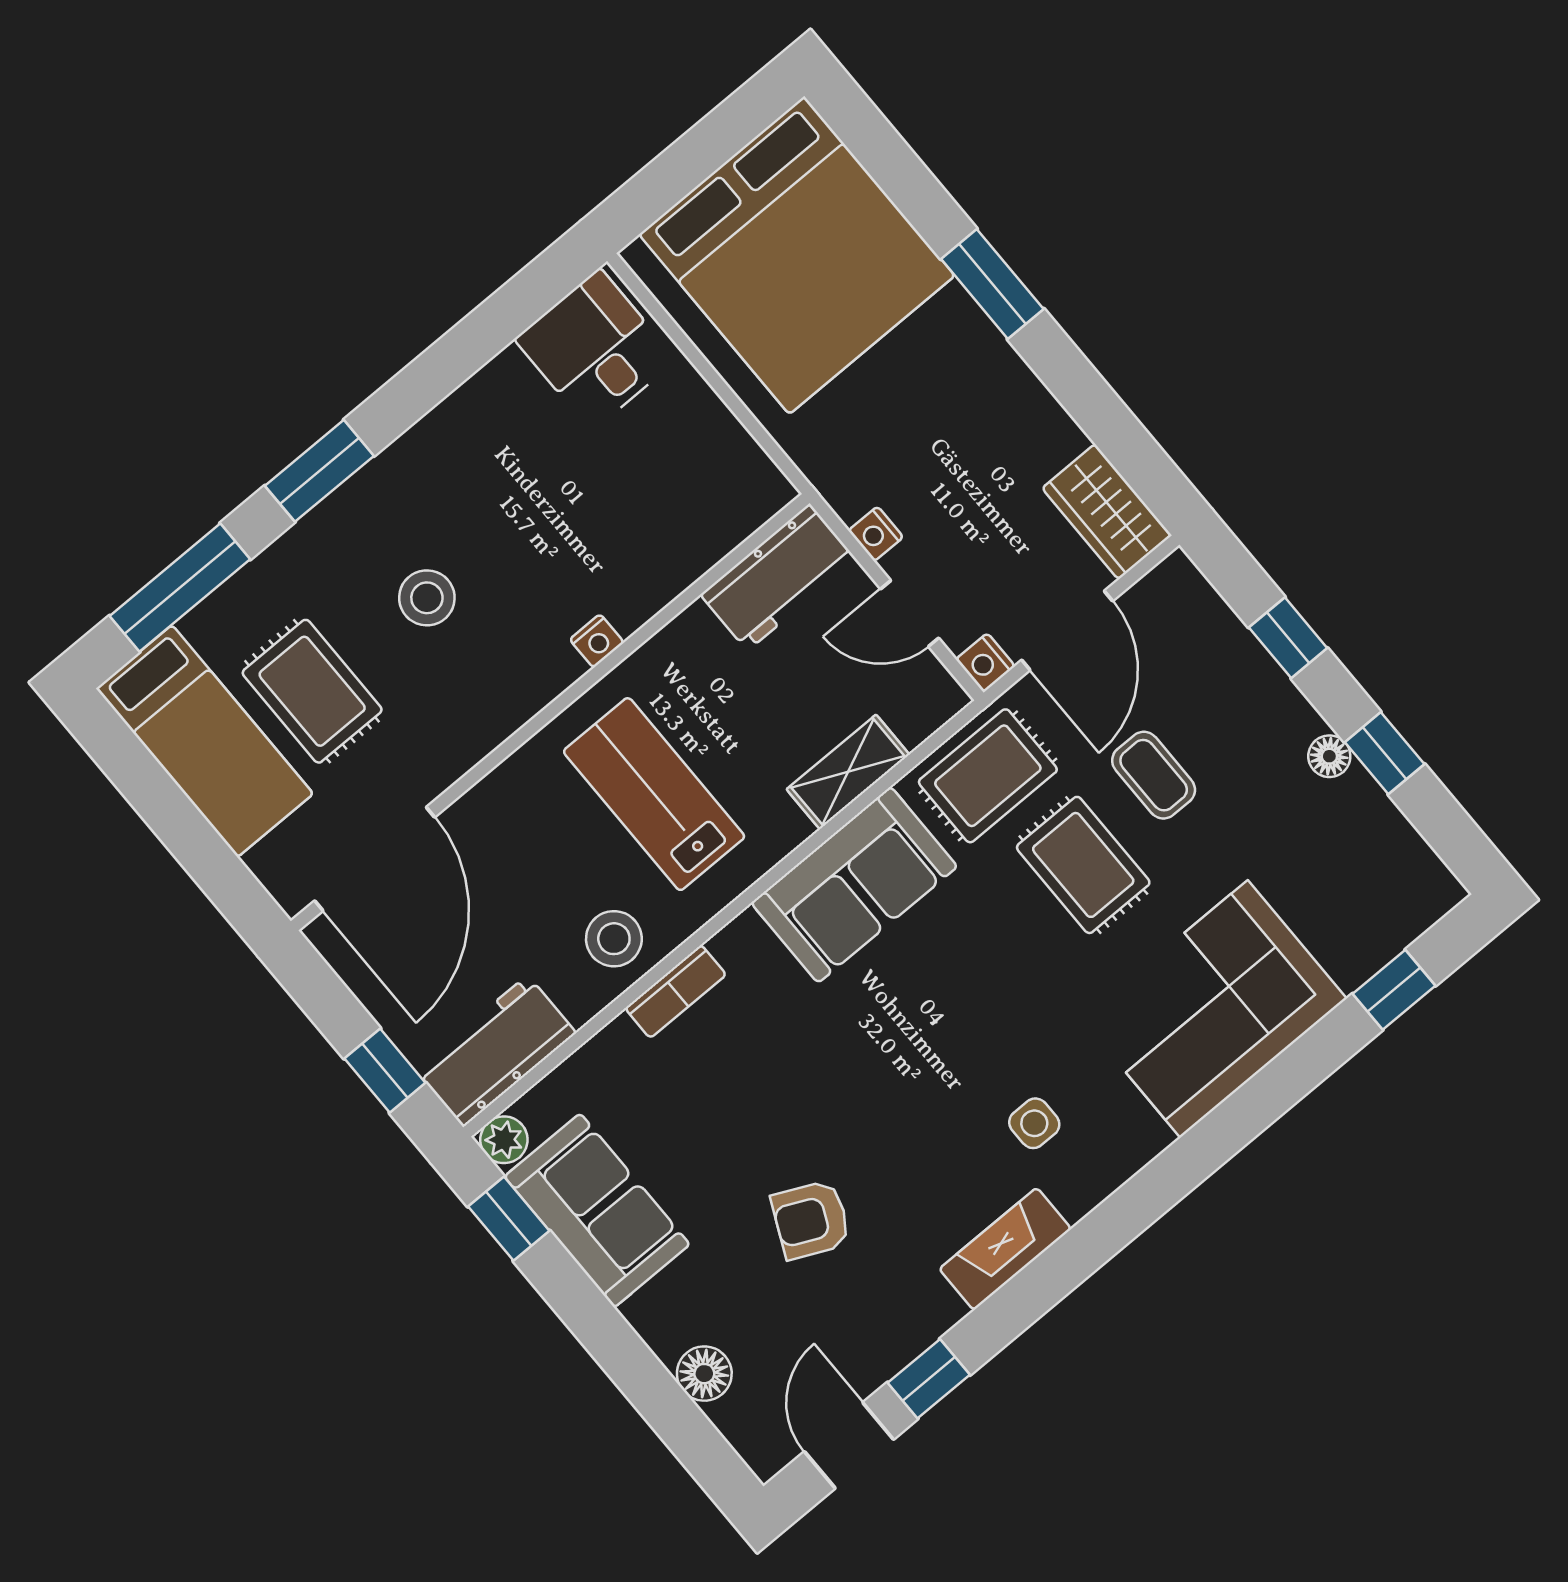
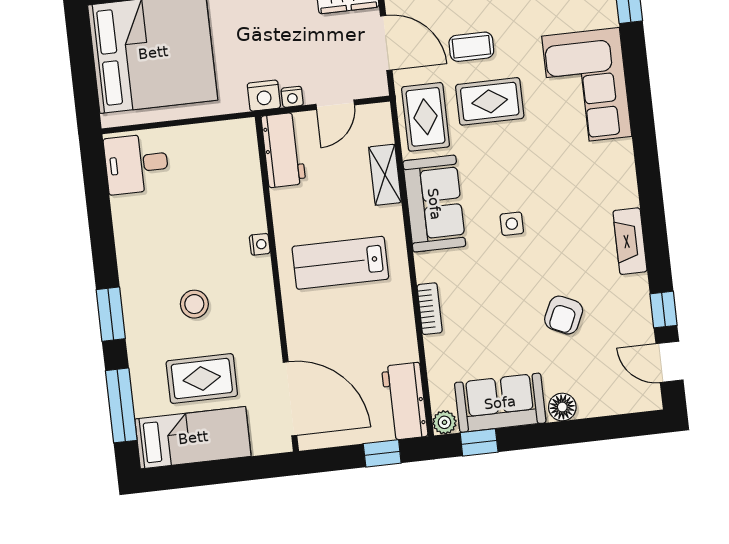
nightstand: (985, 663) -> (264, 96), moved, width x1.39, depth x1.35
stool: (614, 939) -> (390, 320), removed
side table: (1034, 1123) -> (512, 224), moved
floor lamp: (704, 1374) -> (562, 407), moved

